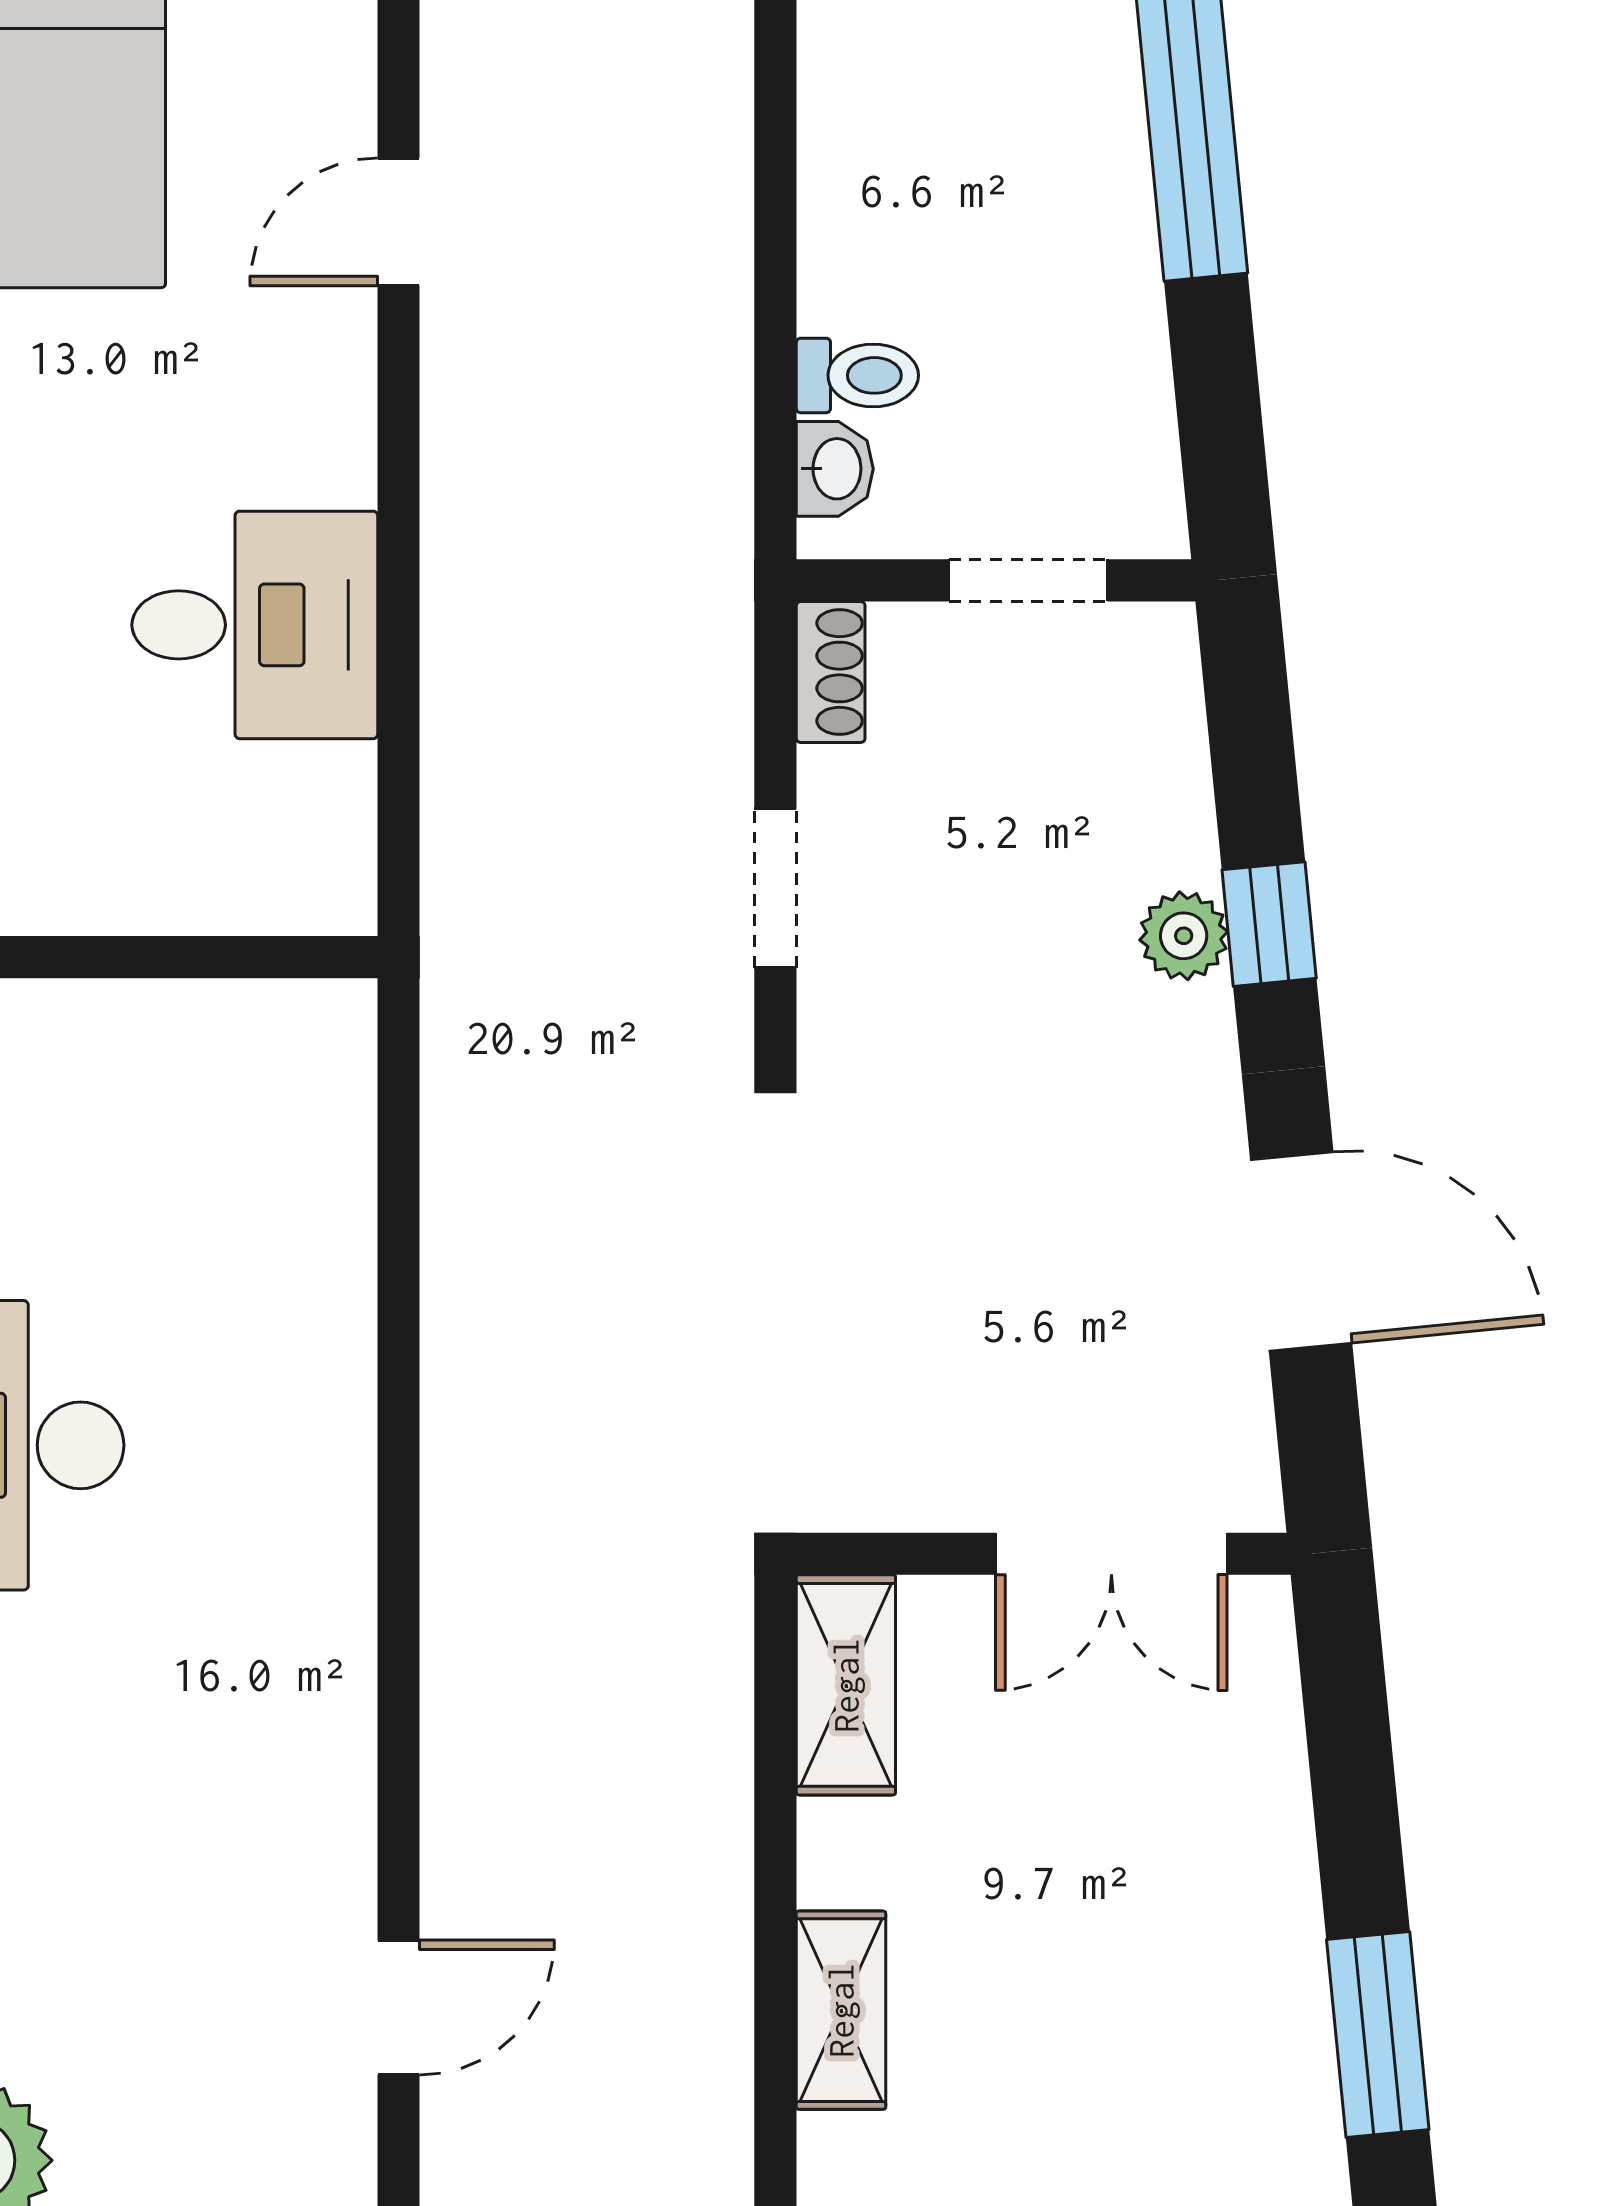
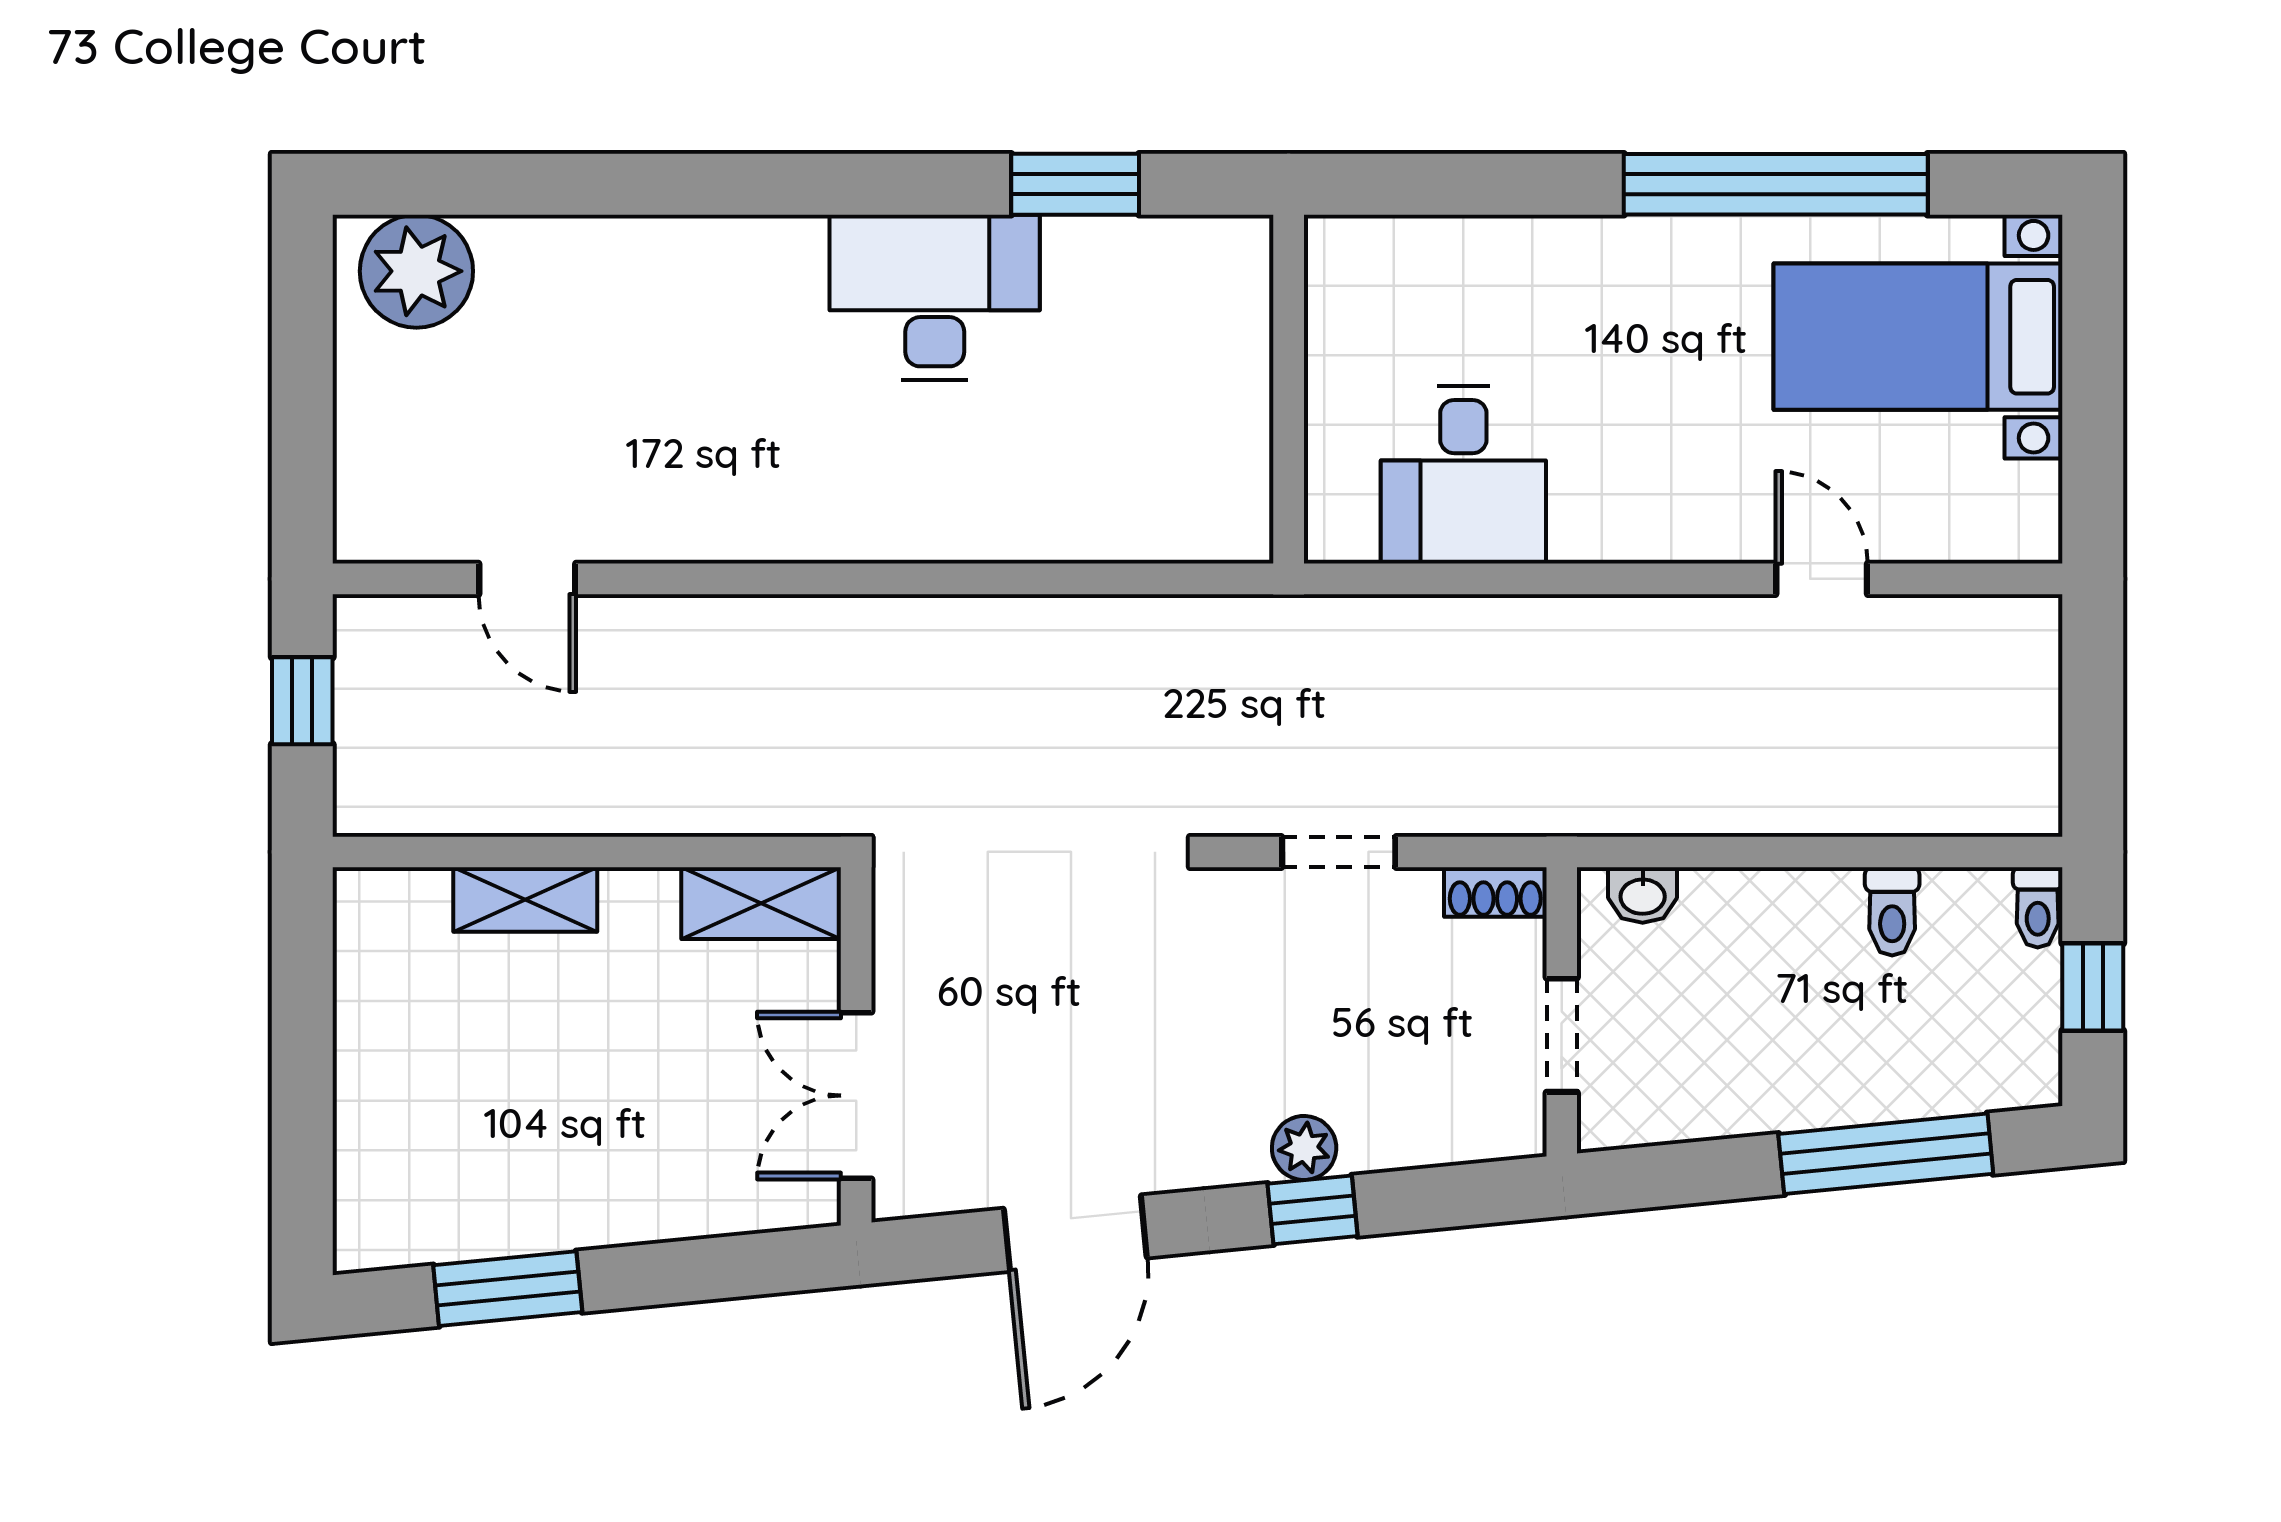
toilet: (857, 375) -> (1892, 911), moved
desk: (255, 625) -> (1463, 475), moved

